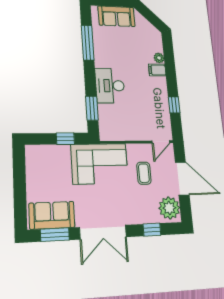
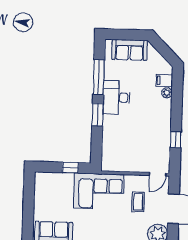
filing cabinet: (157, 70) -> (164, 80), moved
desk: (110, 86) -> (116, 98), moved
window: (92, 108) -> (98, 115), moved

